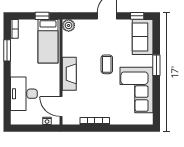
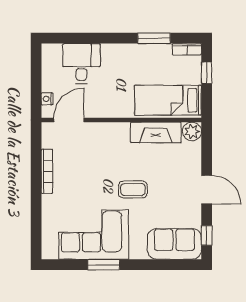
window: (42, 16) -> (207, 73), moved
window: (156, 65) -> (104, 265), moved
fireplace: (69, 74) -> (156, 132), moved
desk: (24, 94) -> (81, 64), width x0.73

